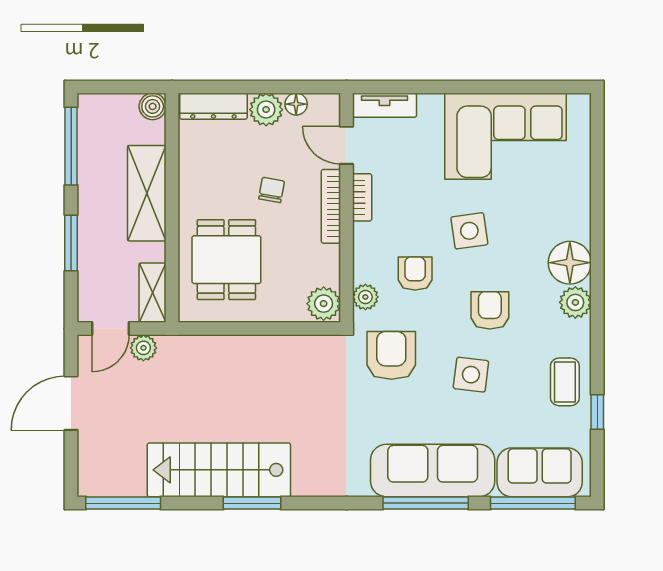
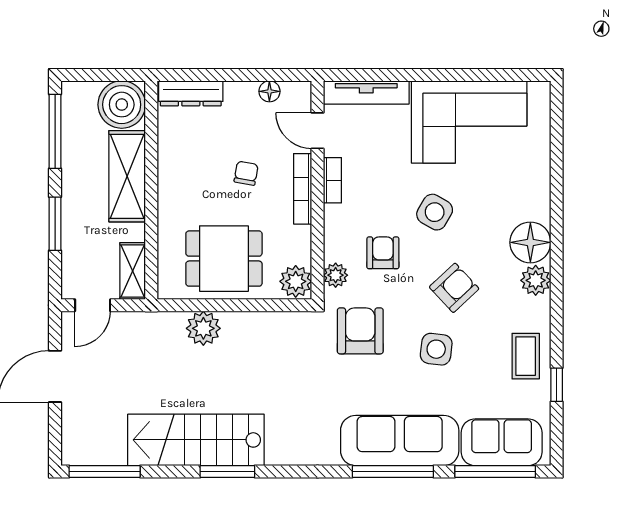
tv unit: (384, 105) -> (366, 92), width x1.41
boiler: (153, 106) -> (122, 105), width x1.86, depth x1.86
plant: (266, 110) -> (241, 97), removed
side table: (469, 231) -> (435, 212), turned 38
dining table: (226, 260) -> (224, 259), moved, turned 90
armchair: (490, 310) -> (454, 288), turned 47
plant: (143, 348) -> (203, 328), moved, width x1.38, depth x1.38

